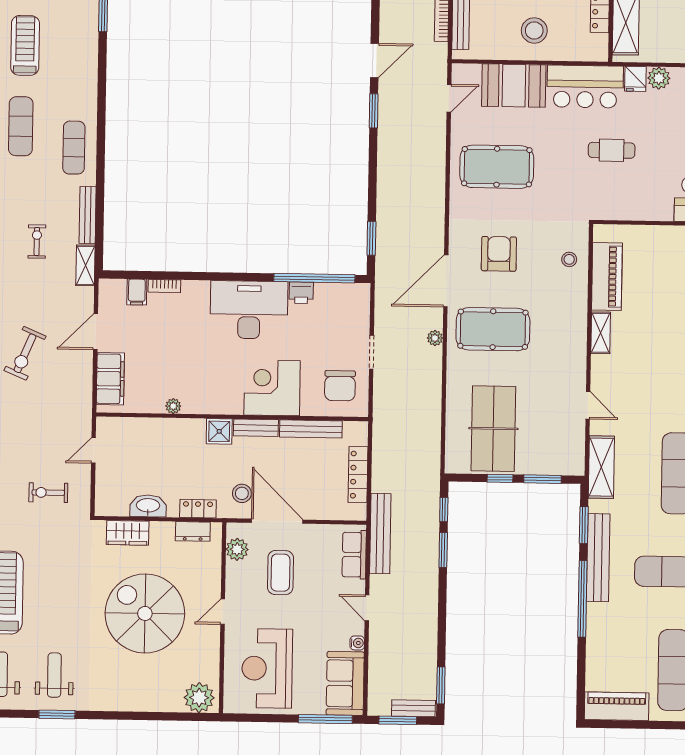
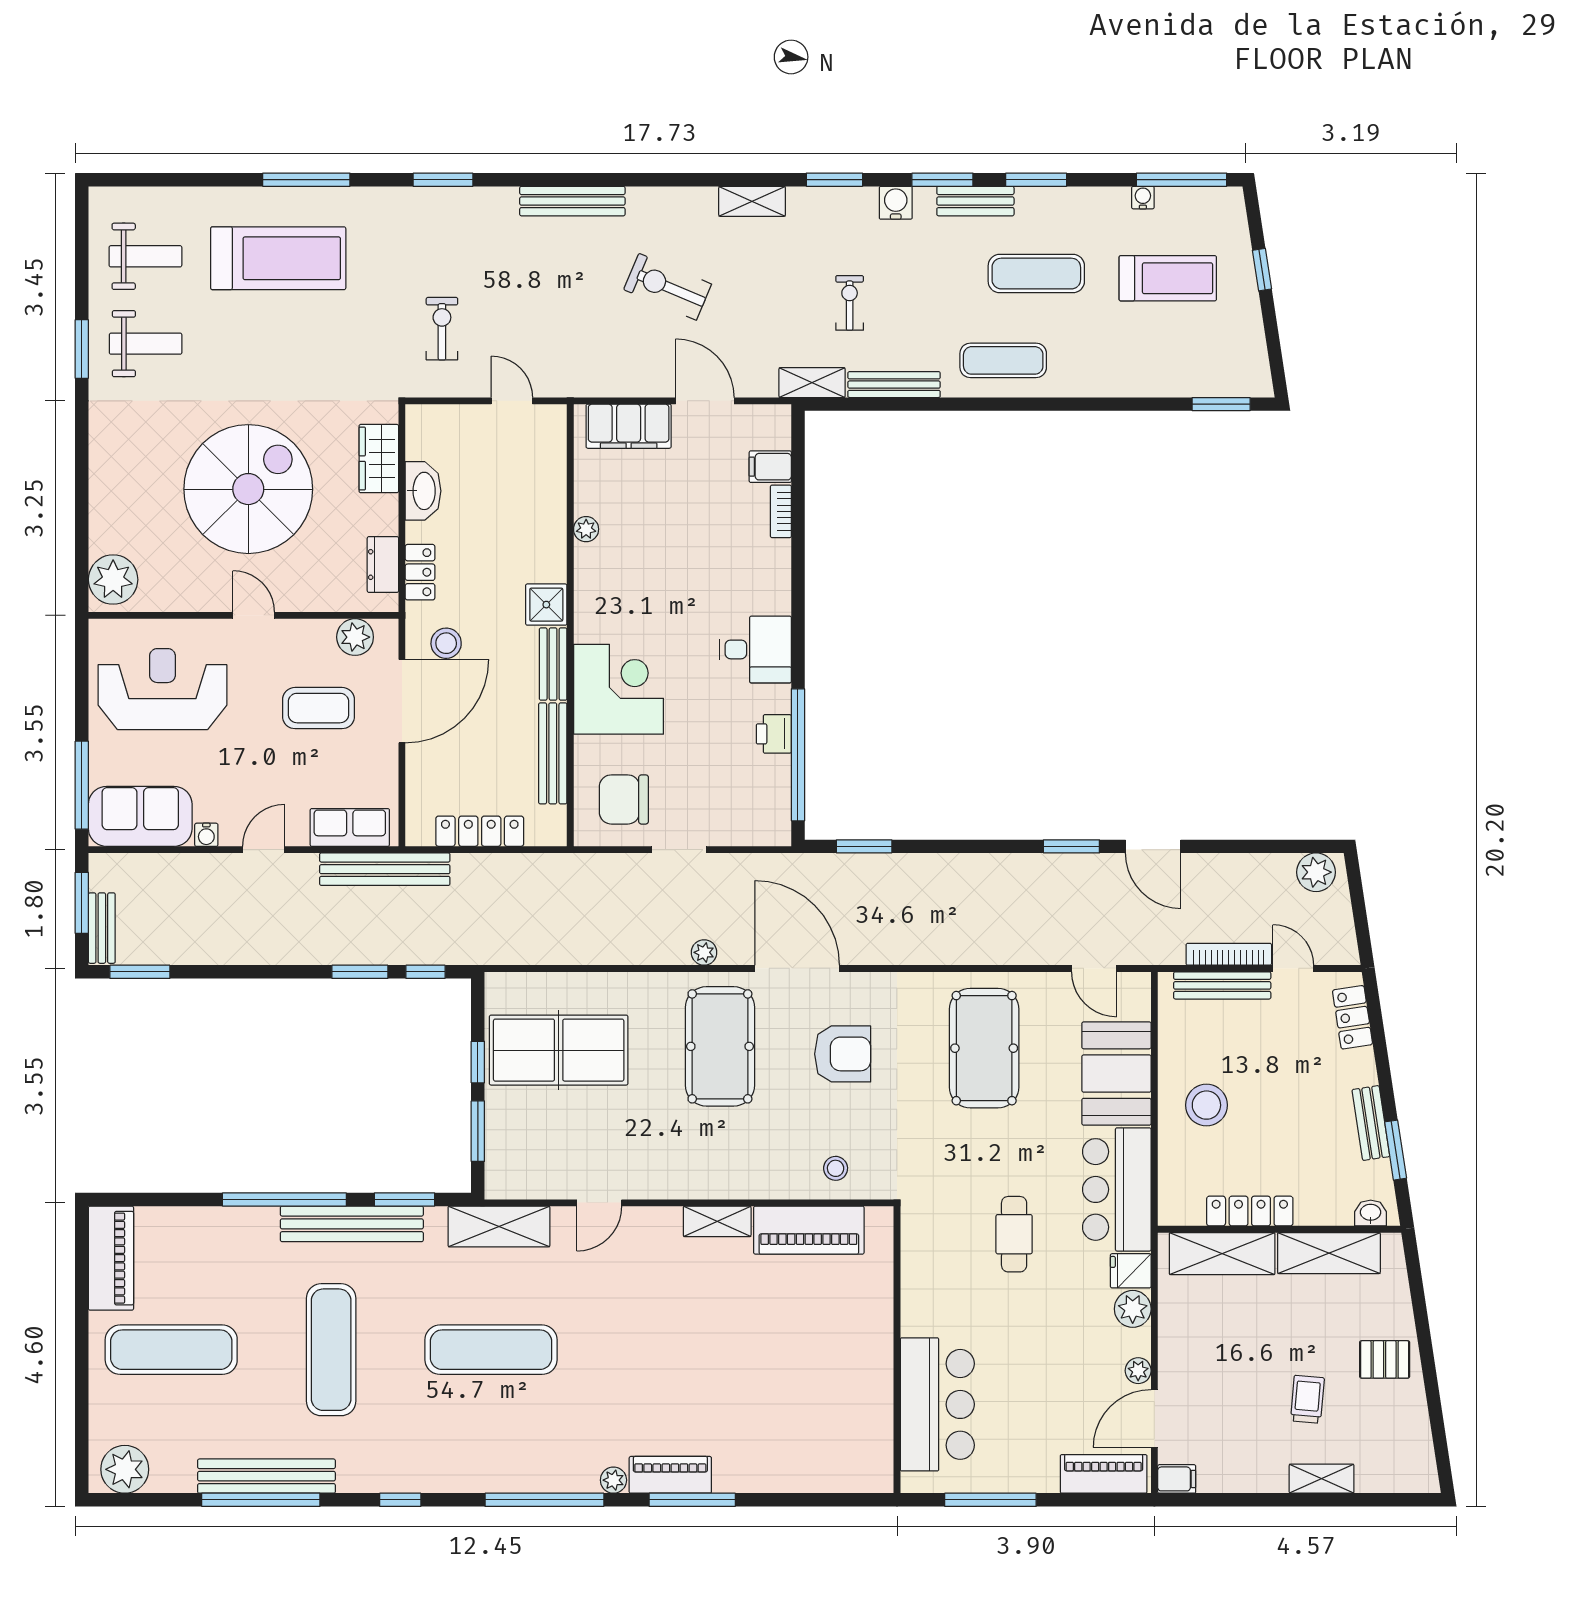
exercise bike: (37, 241) -> (850, 303), turned -90
desk: (249, 310) -> (755, 649), width x0.53, depth x0.77

